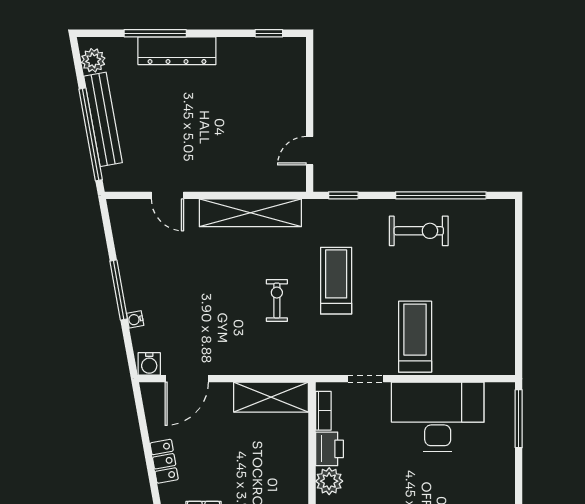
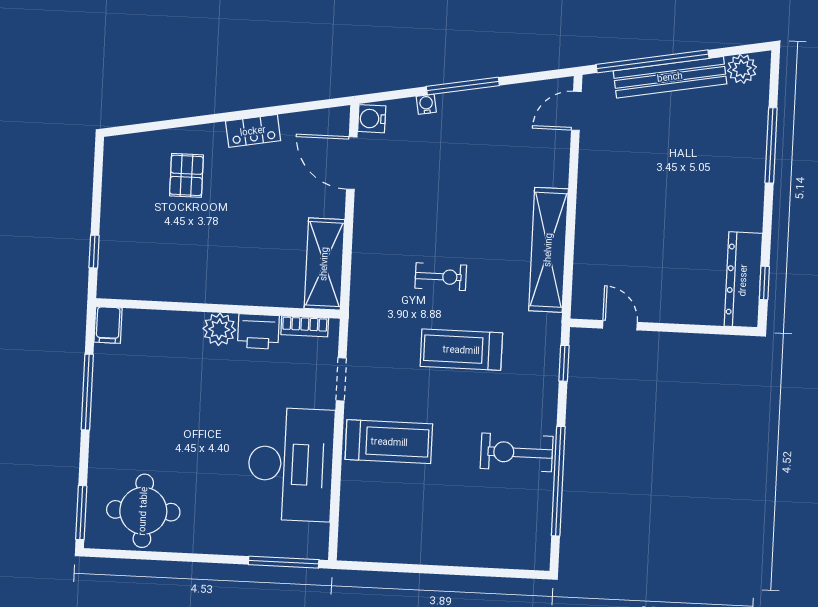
dresser: (177, 51) -> (743, 280), moved
door: (167, 195) -> (576, 111), moved
exercise bike: (419, 231) -> (517, 452), turned 90
treadmill: (336, 281) -> (461, 350), turned 180

